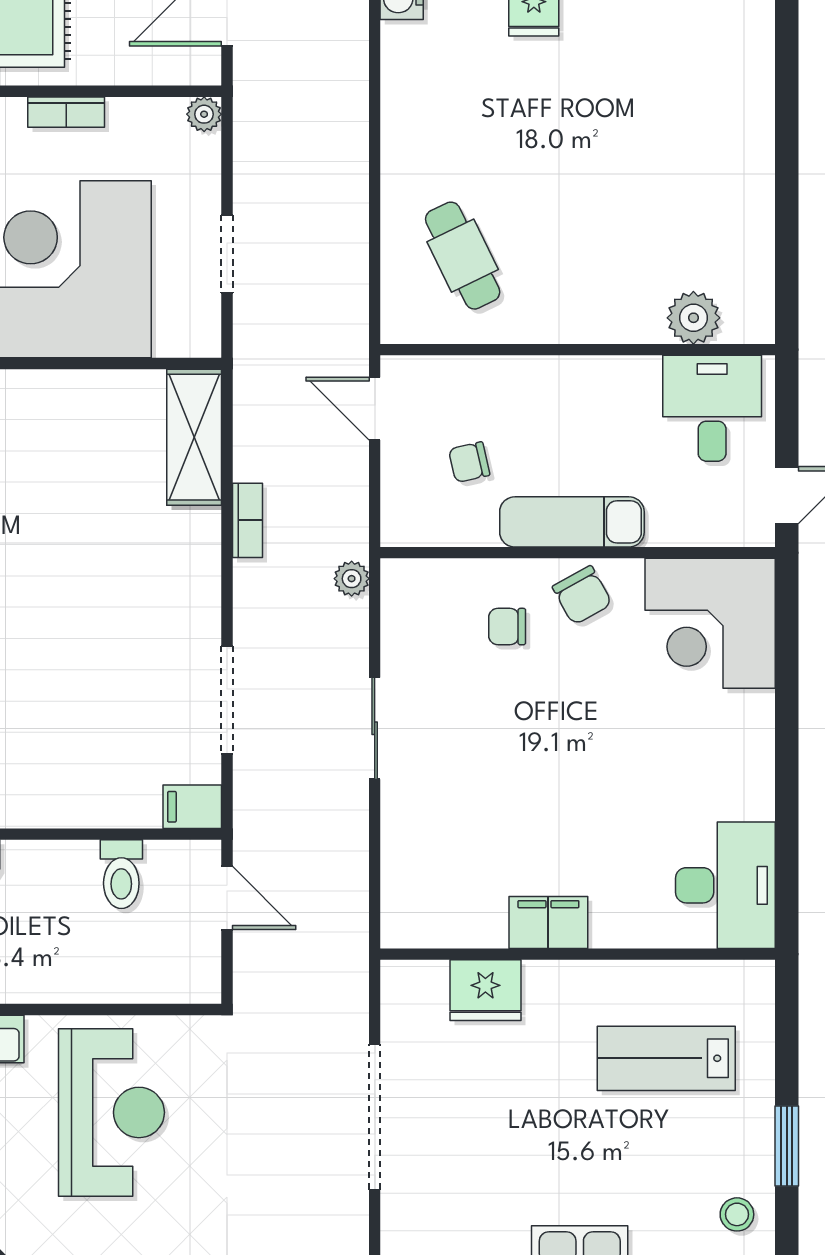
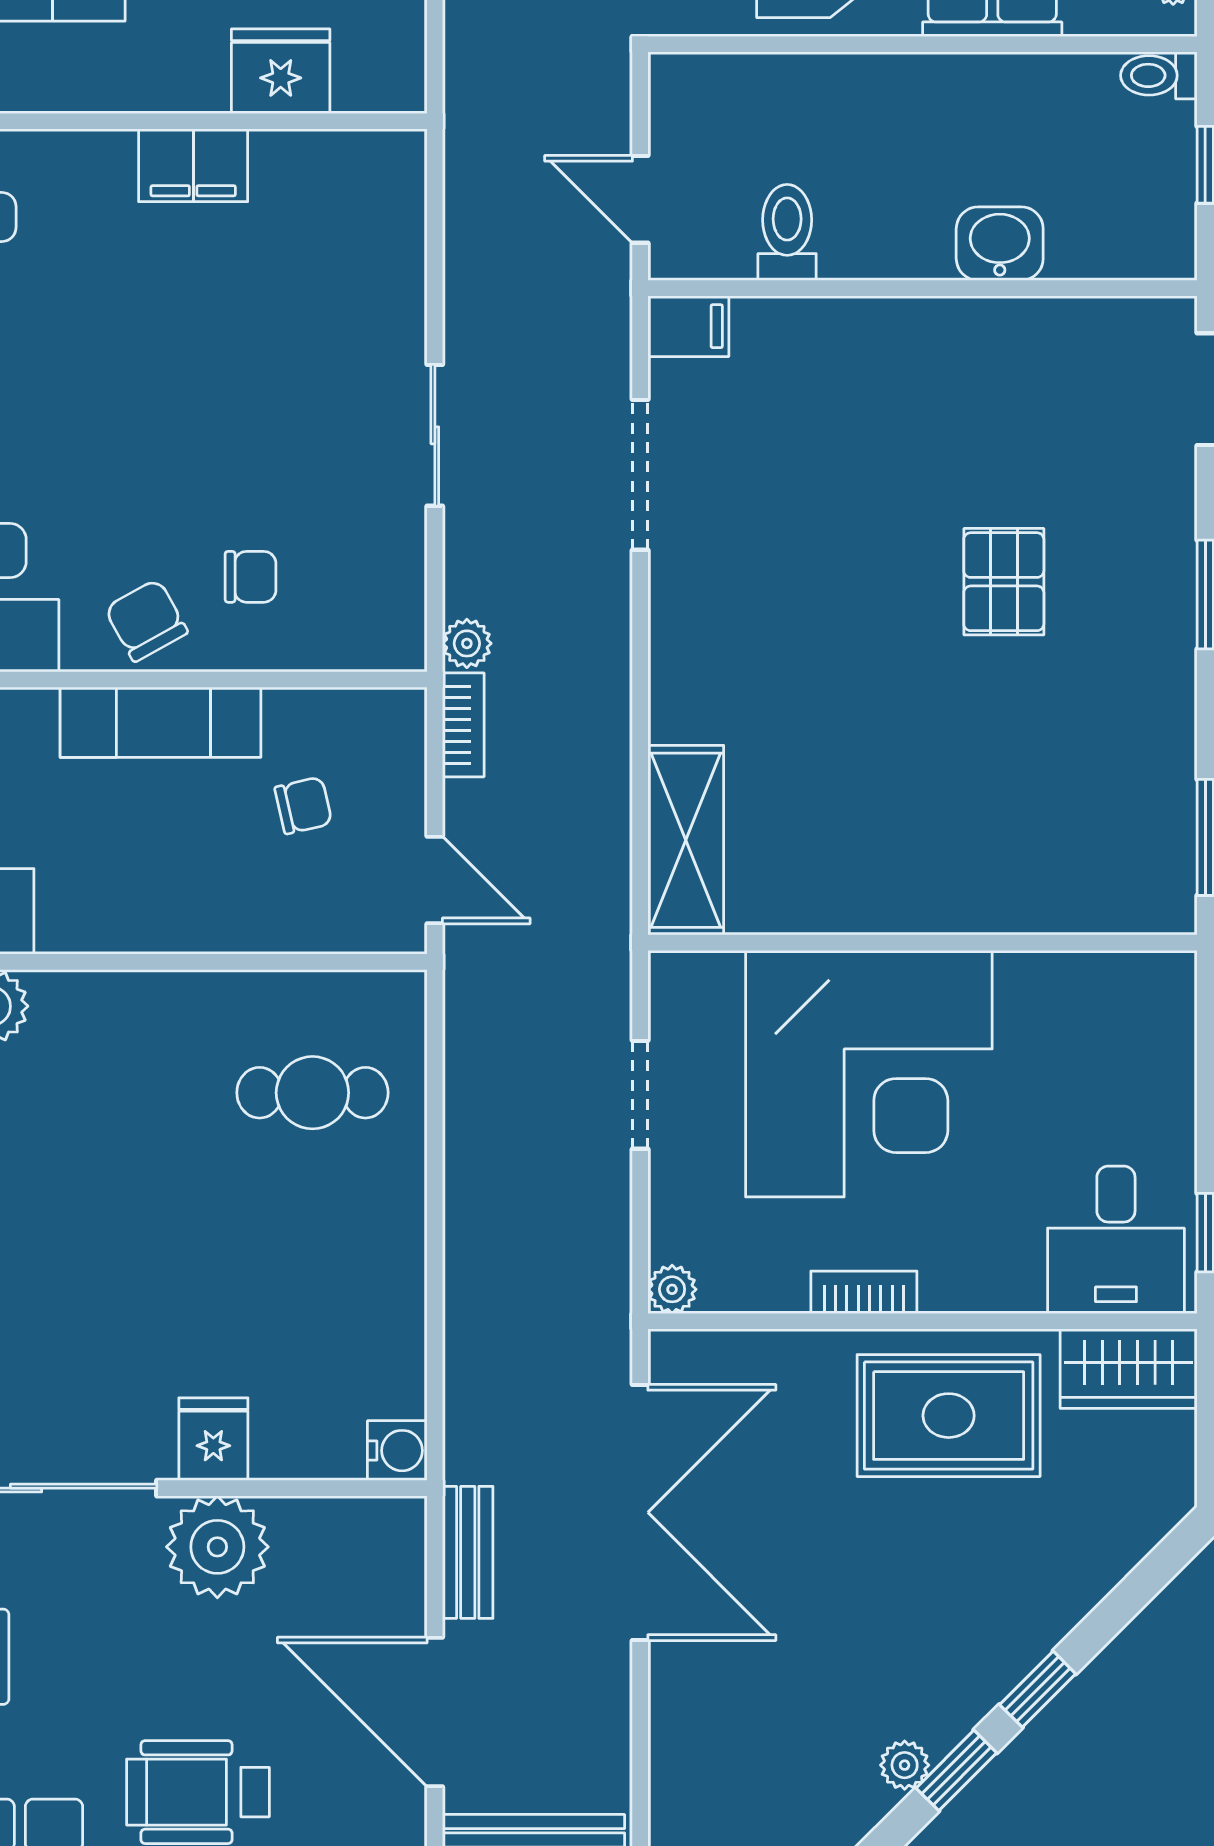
cafe table: (463, 256) -> (312, 1093), turned -64
bookcase: (247, 520) -> (463, 725), moved, turned 180

